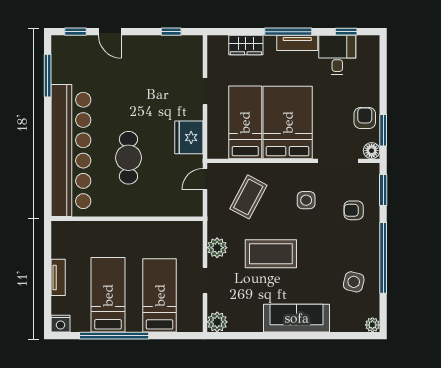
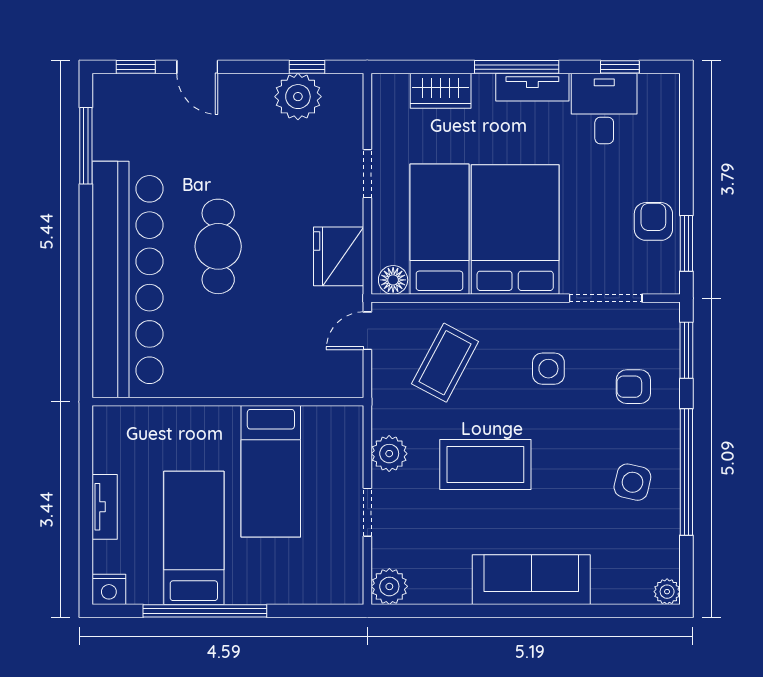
plant: (166, 48) -> (298, 97), added
floor lamp: (372, 151) -> (393, 280), moved
cafe table: (128, 158) -> (218, 246), moved
side table: (354, 282) -> (632, 482), moved
bed: (160, 295) -> (271, 471), moved, turned 180

